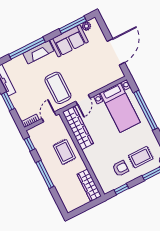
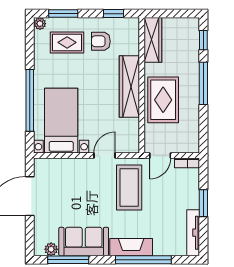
wardrobe: (78, 128) -> (129, 86), moved
window: (30, 144) -> (203, 40), moved
rug: (64, 152) -> (163, 100), width x1.36, depth x1.43

